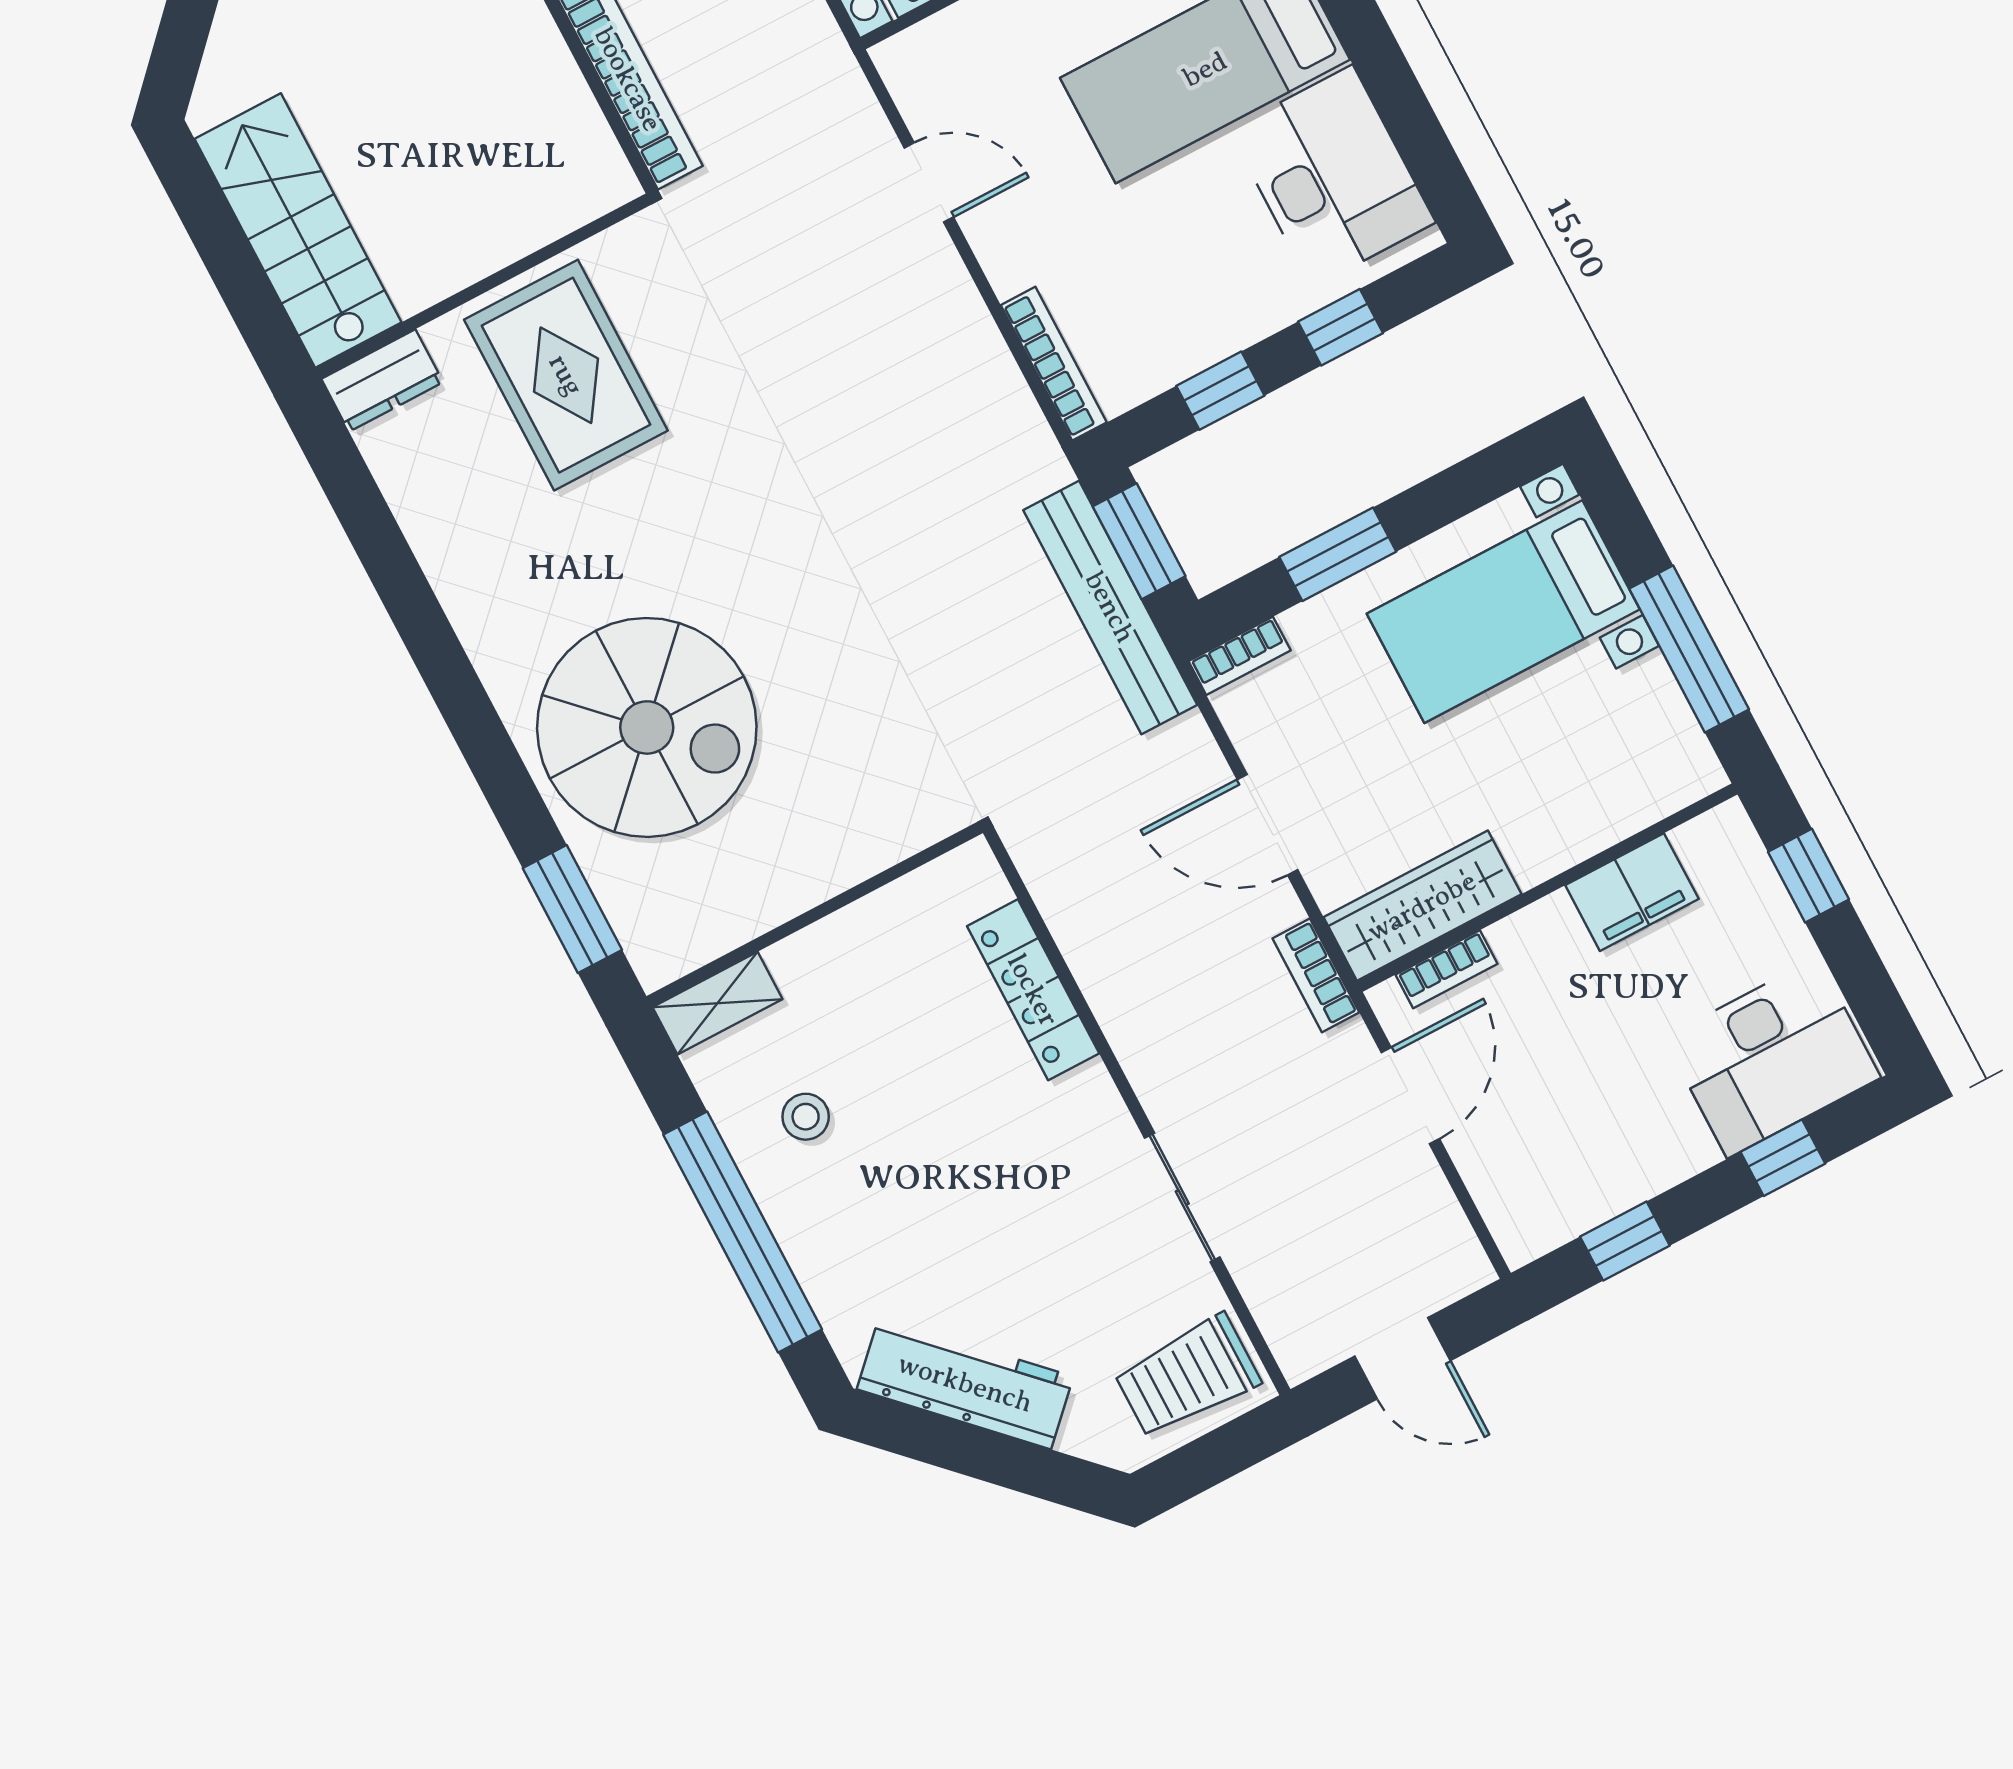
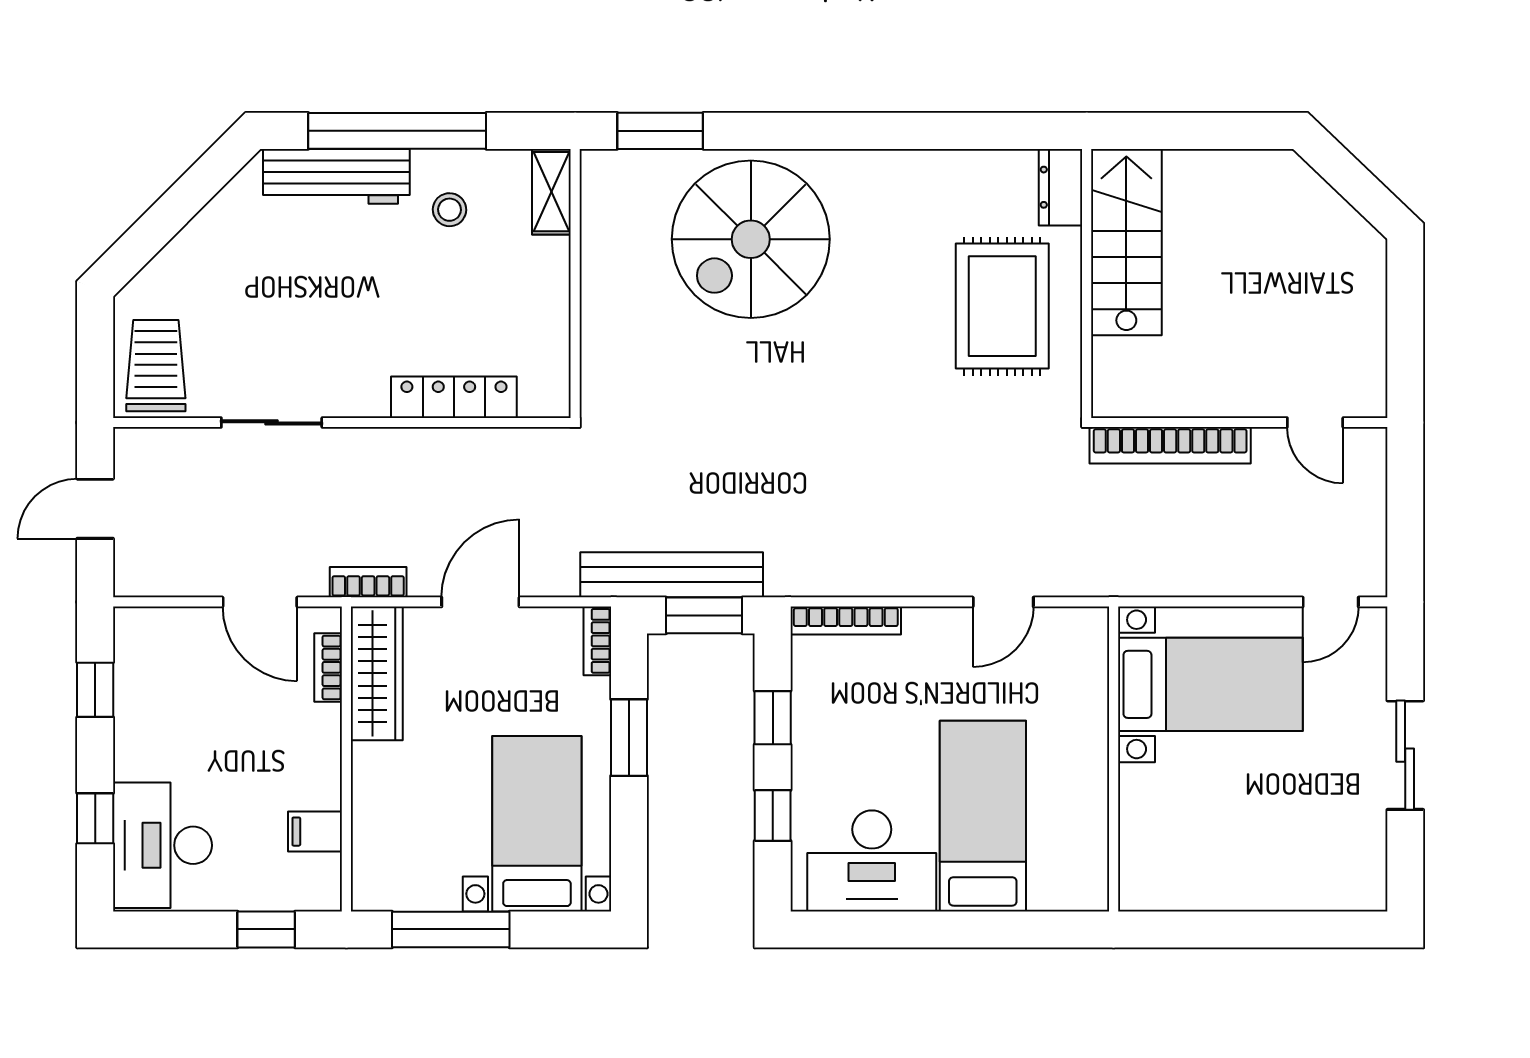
stairs: (298, 231) -> (1126, 242), moved, turned -90
rug: (566, 375) -> (1002, 306), turned 90
filing cabinet: (1632, 892) -> (315, 832), width x0.50
workbench: (965, 1383) -> (336, 176), moved, turned 45

